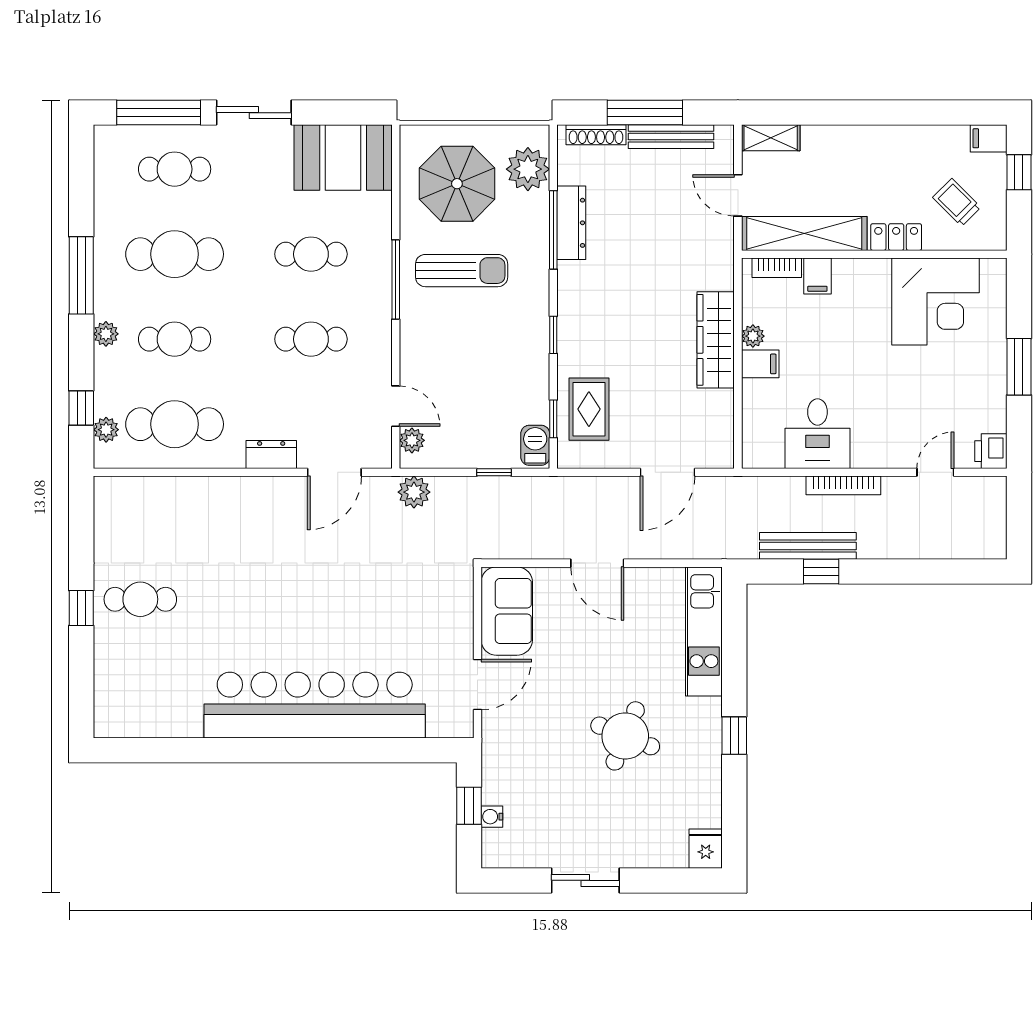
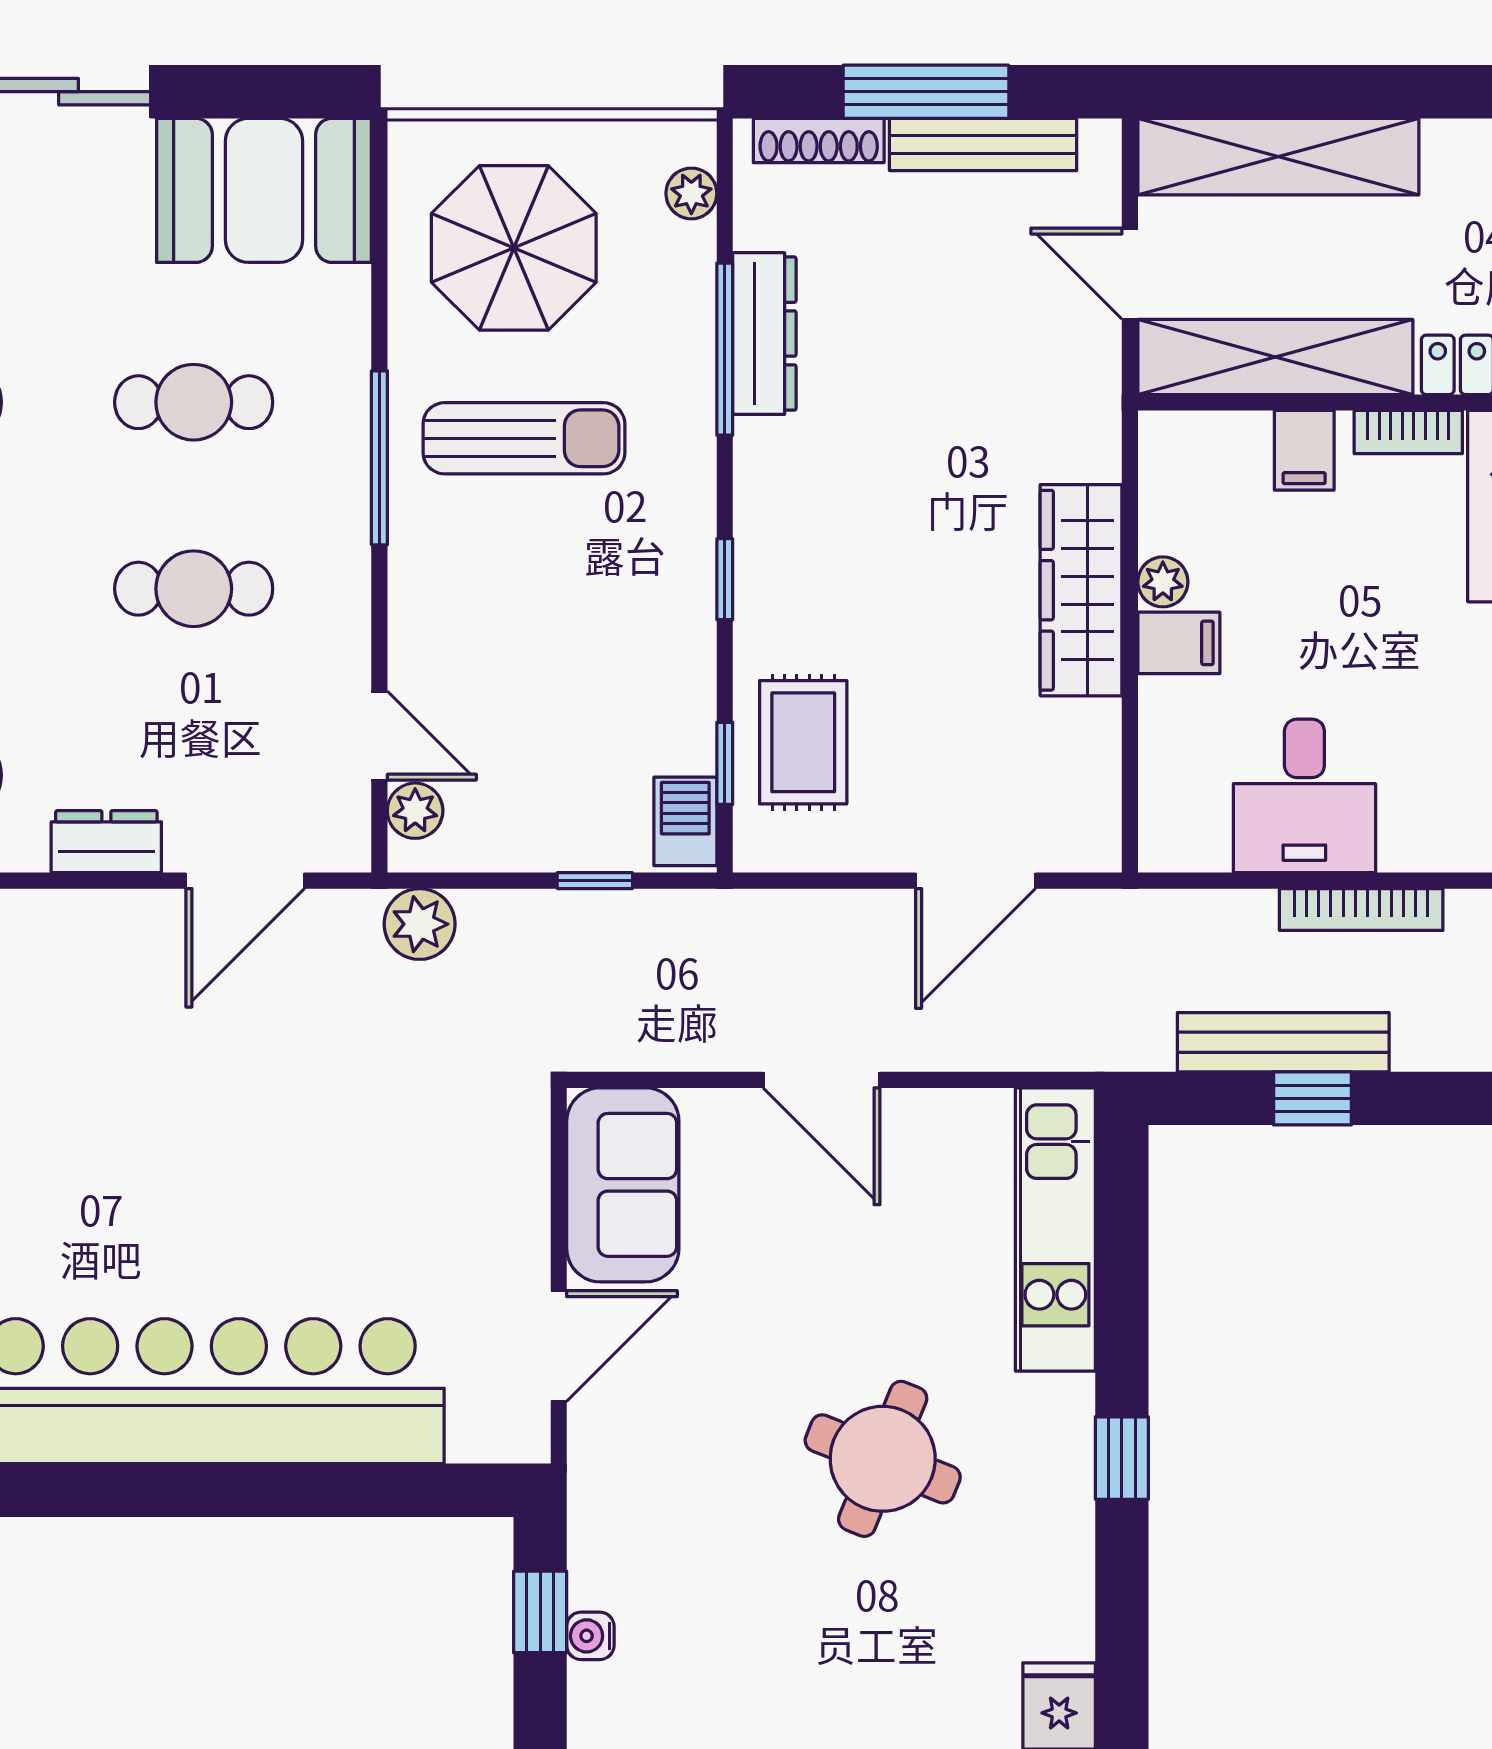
shelving: (771, 138) -> (1278, 157), width x2.20, depth x1.33
plant: (528, 169) -> (691, 193), width x0.53, depth x0.53
bookcase: (777, 268) -> (1408, 432), moved

